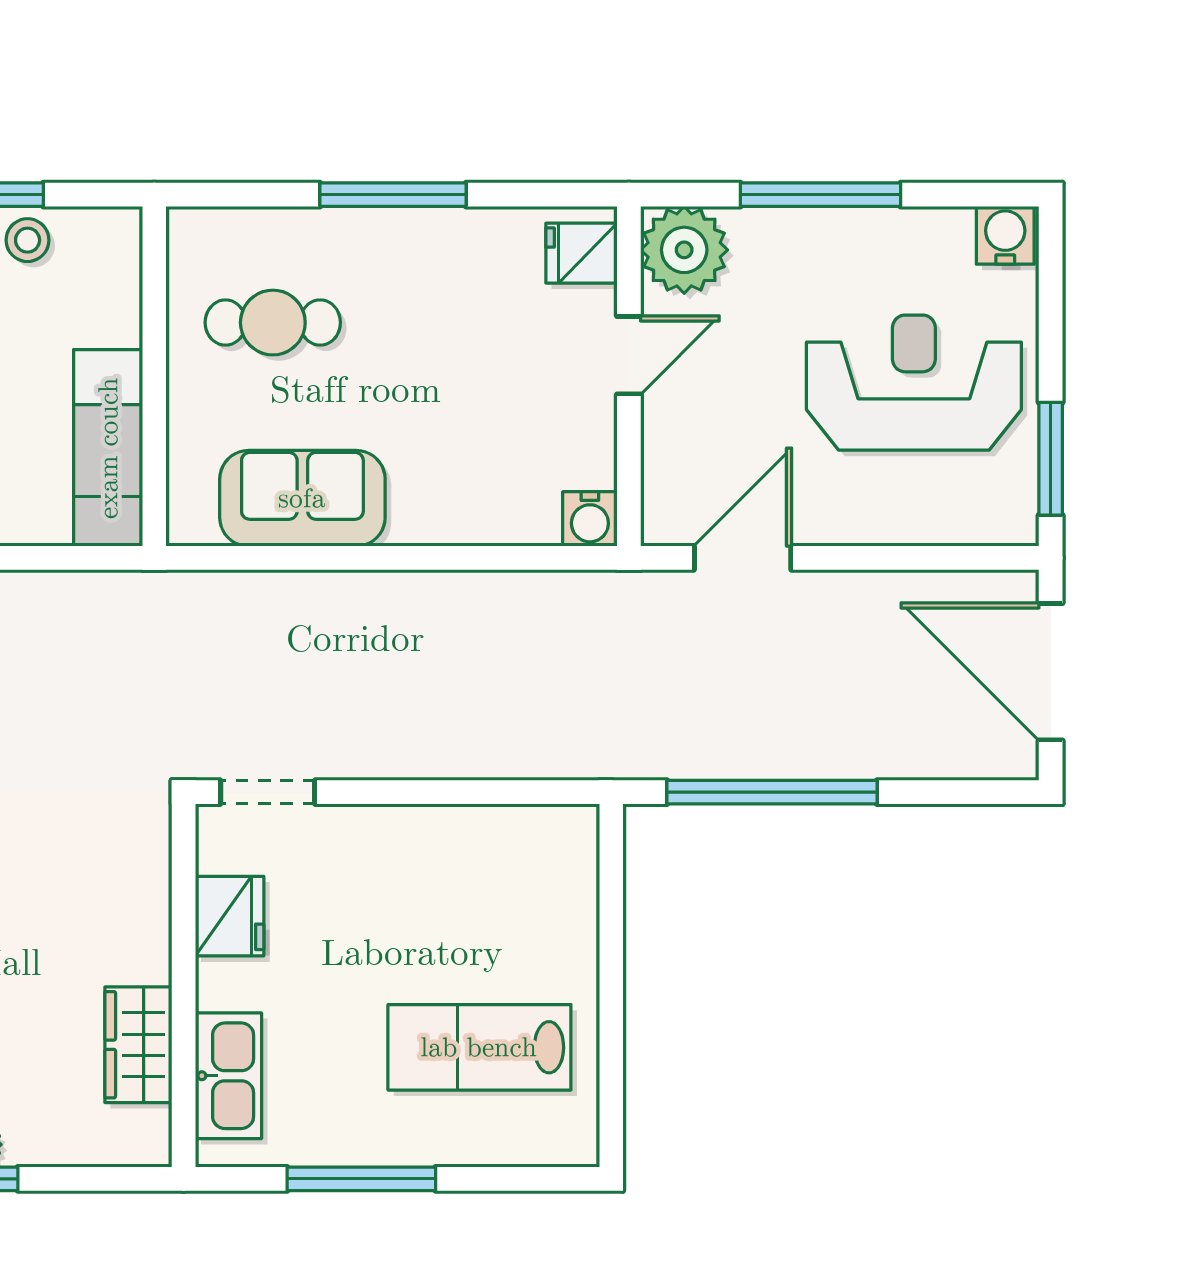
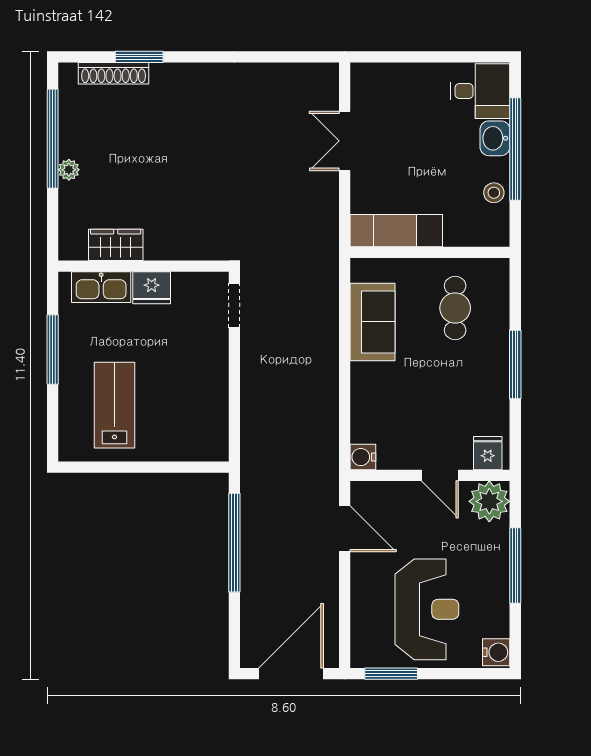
fridge: (230, 916) -> (152, 288), moved

